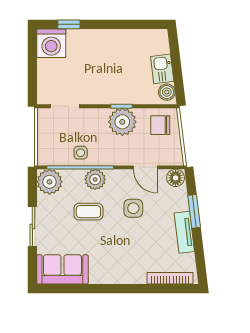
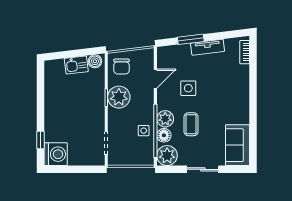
floor lamp: (176, 178) -> (164, 135), moved
bookcase: (170, 278) -> (245, 52), width x0.64

